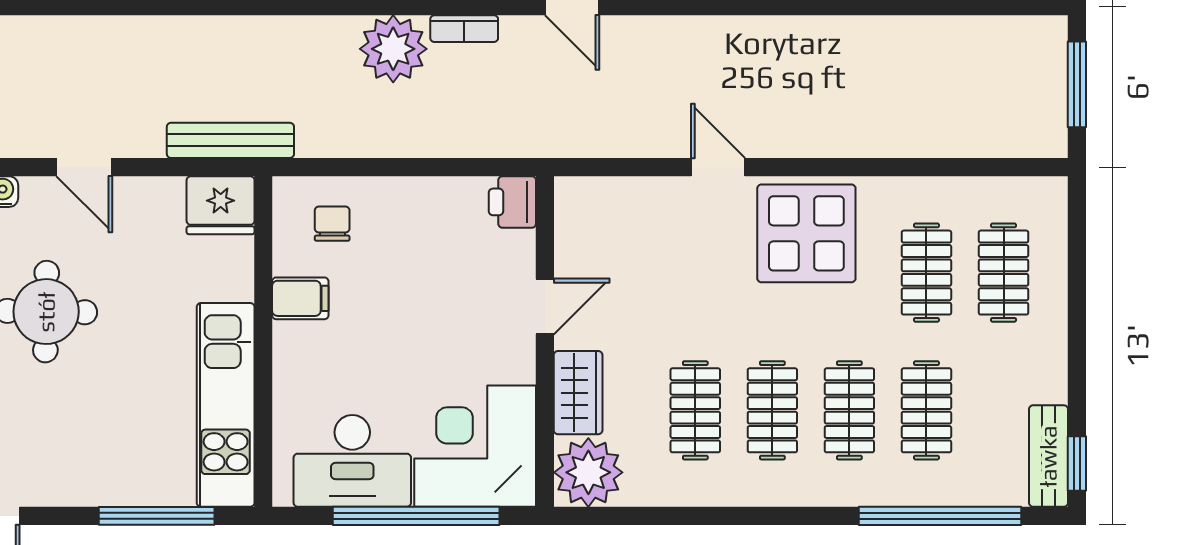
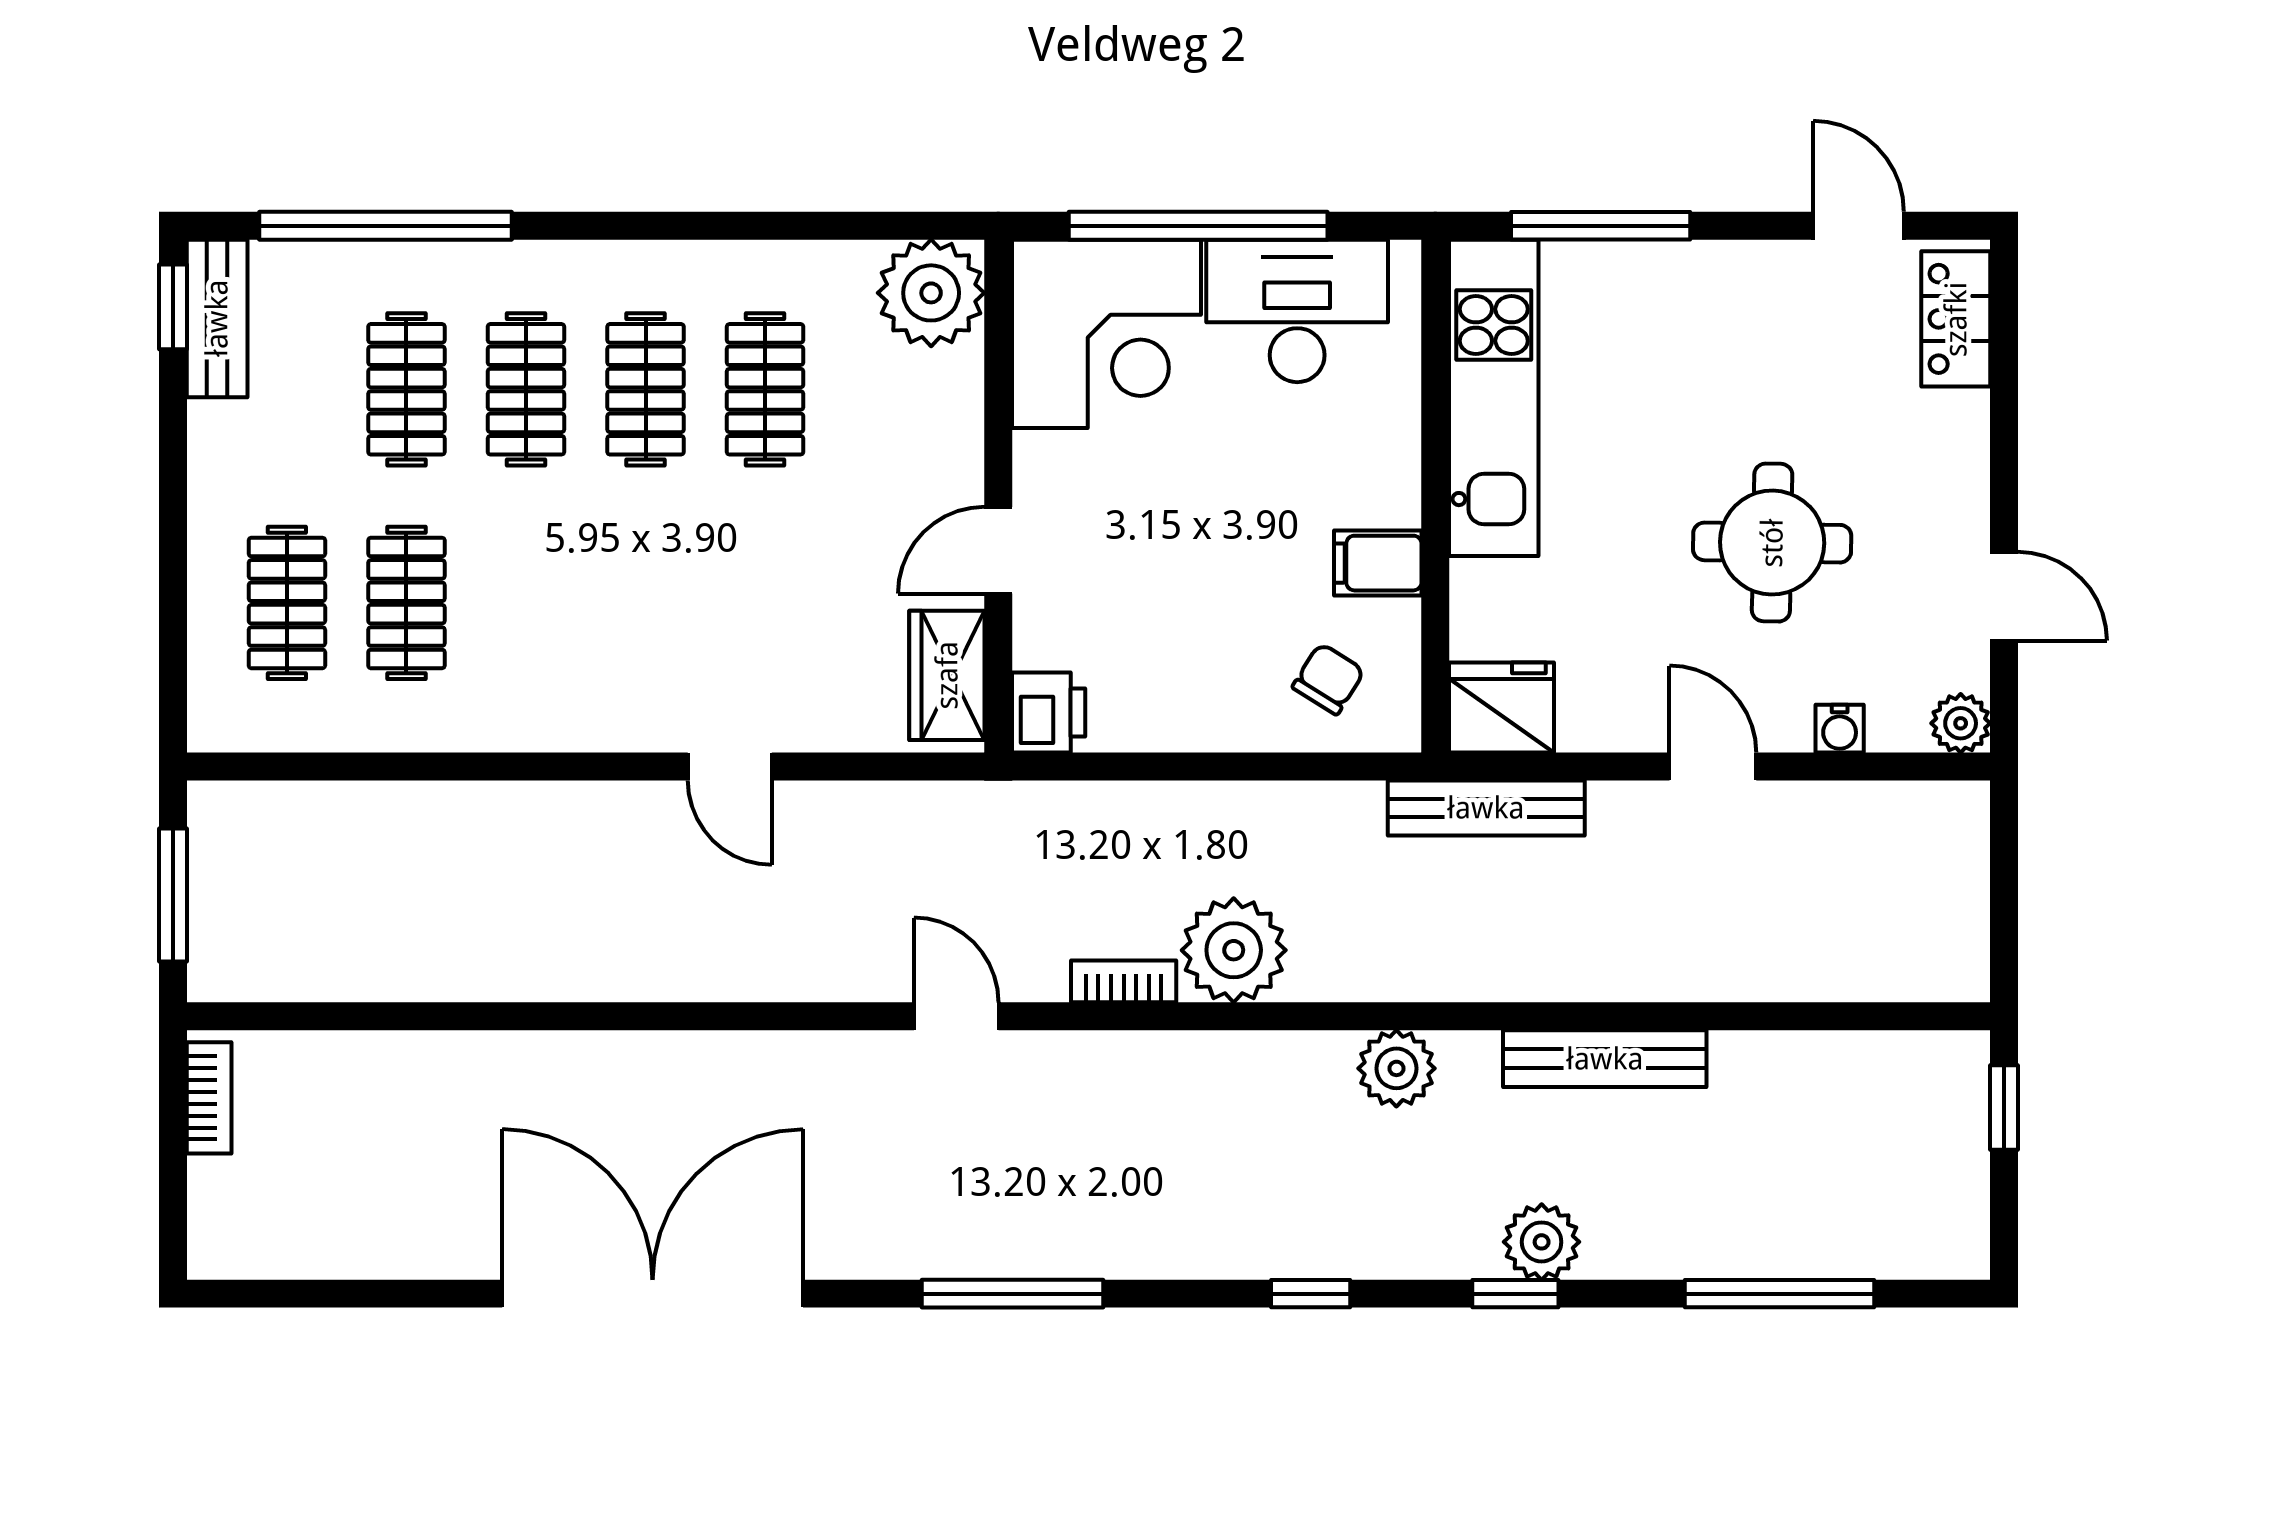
chair: (332, 224) -> (1328, 679), turned -148
display table: (806, 233) -> (593, 664), removed
wardrobe: (578, 393) -> (947, 675), moved

